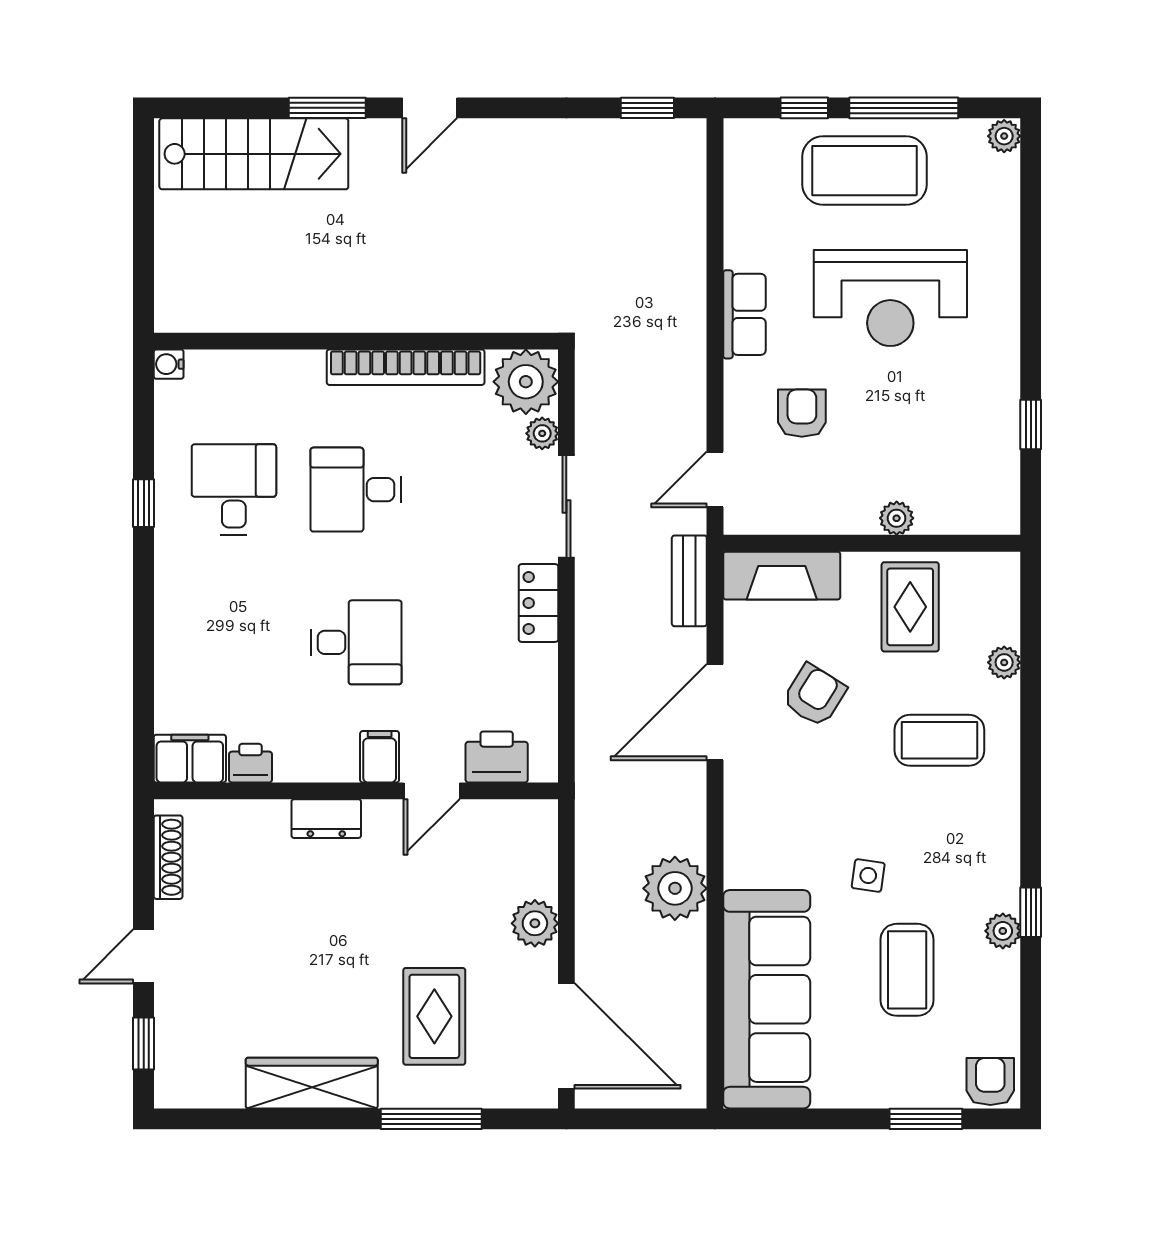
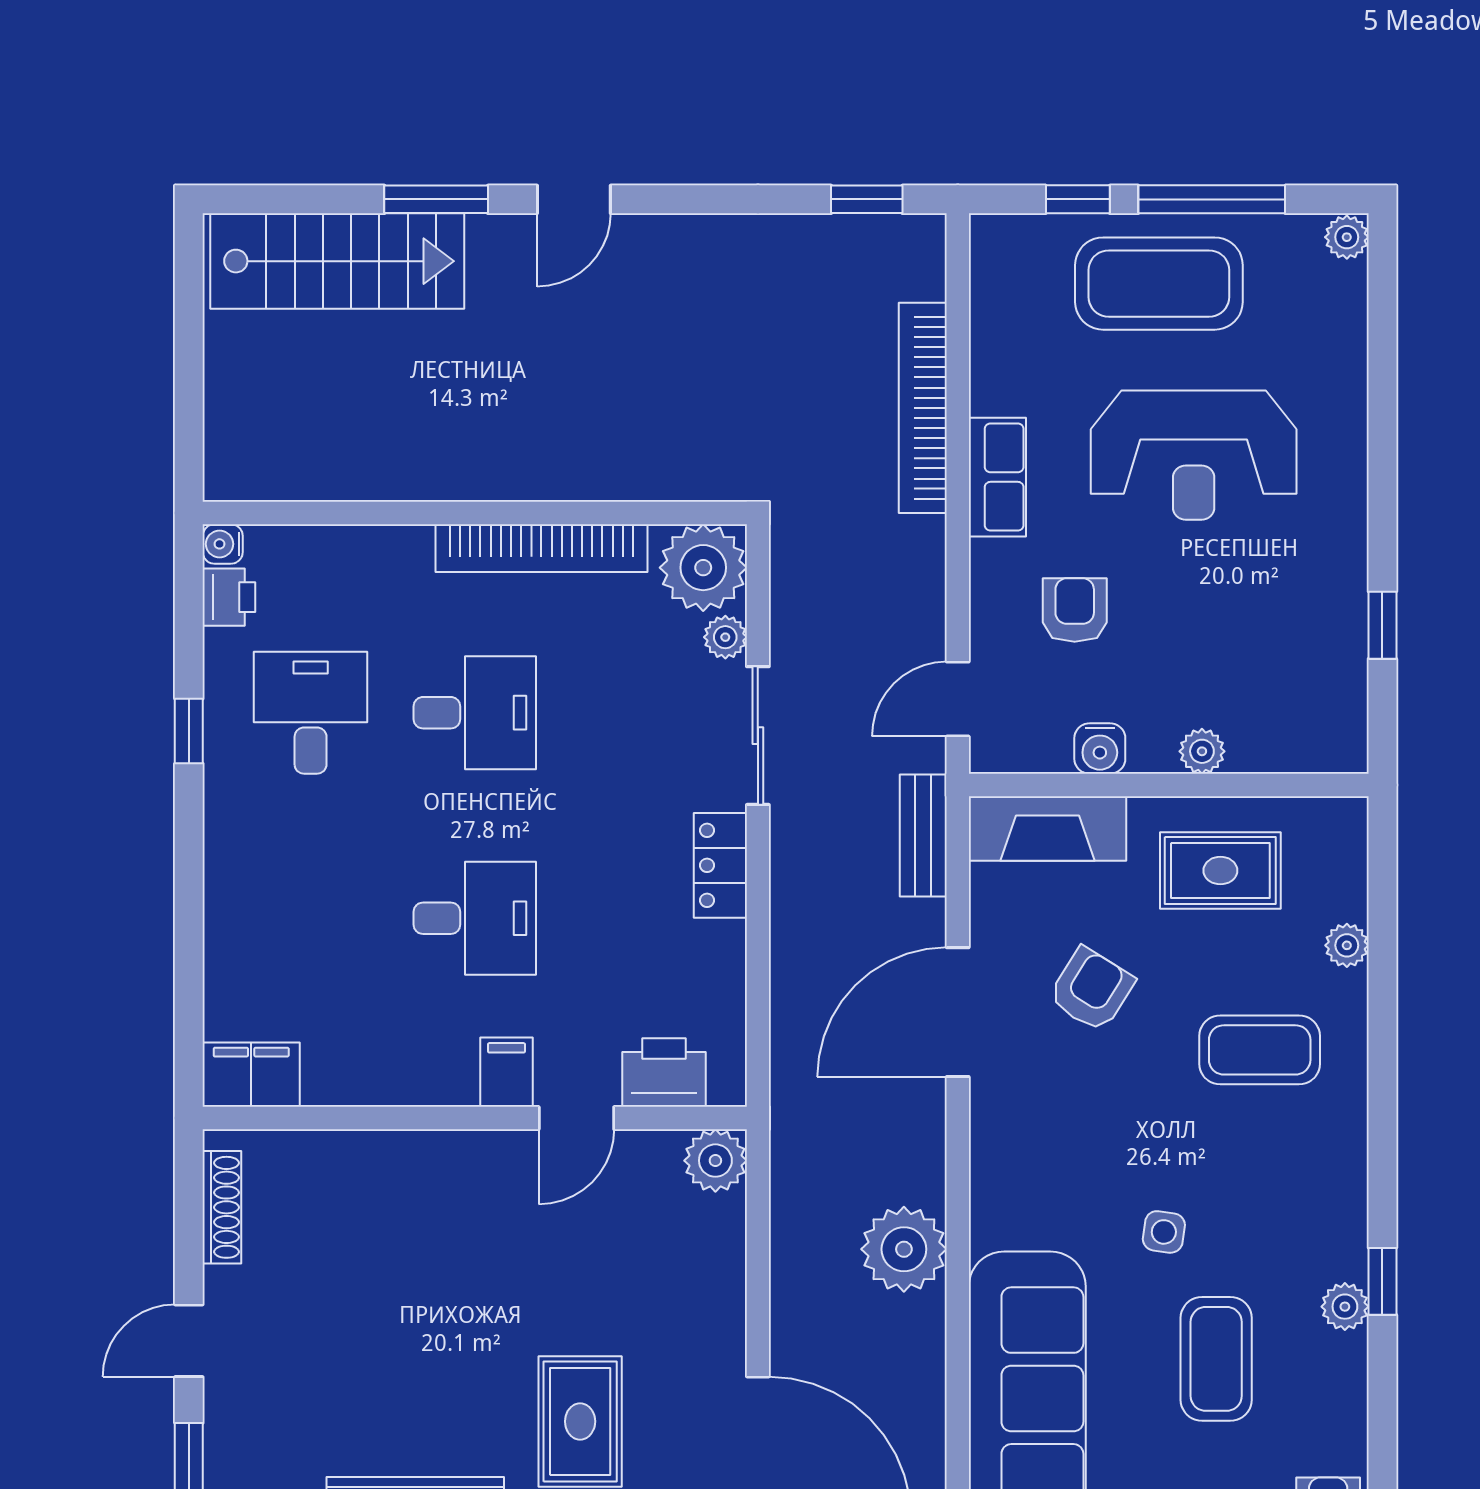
bookcase: (689, 263) -> (923, 408), added
desk: (356, 490) -> (475, 713), turned 180
water cooler: (821, 516) -> (1100, 748), added
rug: (910, 607) -> (1220, 871), turned 90
printer: (251, 763) -> (229, 597), moved, turned 90
dresser: (326, 819) -> (435, 1155), removed
plant: (535, 923) -> (715, 1161), moved

